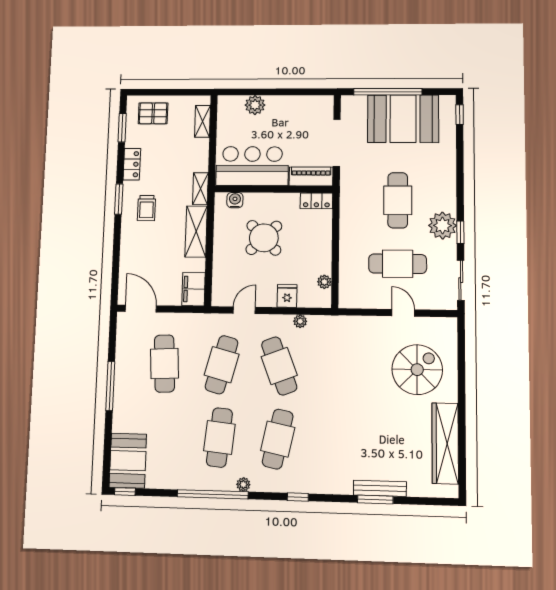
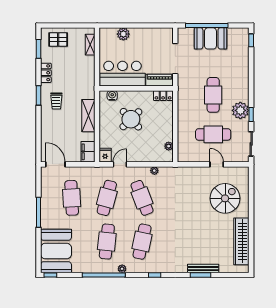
booth: (403, 119) -> (210, 38), width x0.73, depth x0.70
shelving: (200, 189) -> (90, 88), removed
fridge: (287, 296) -> (105, 155), moved
booth: (128, 461) -> (56, 251), width x1.36, depth x1.42

